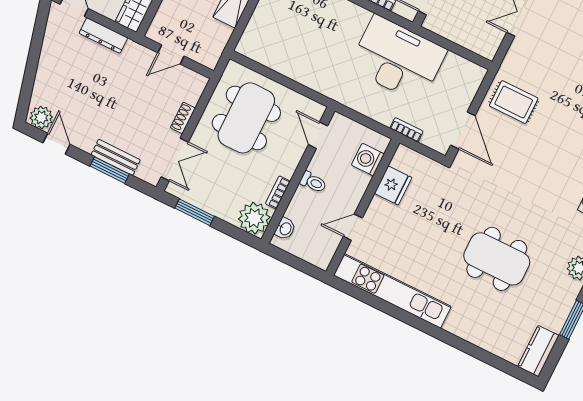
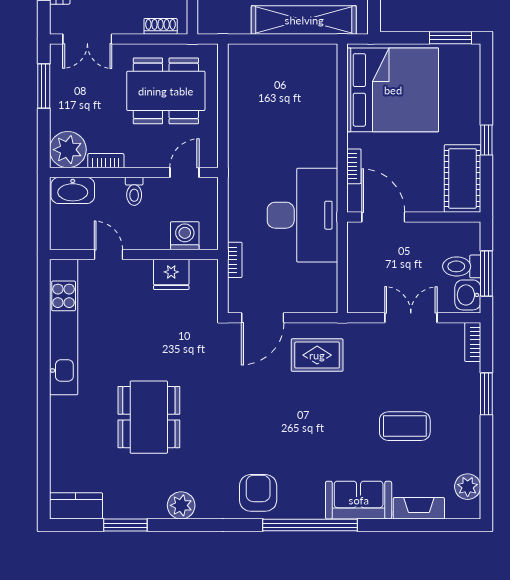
rug: (514, 102) -> (317, 355), turned 90
shoe rack: (183, 118) -> (161, 26), moved
washbasin: (285, 229) -> (73, 190), width x1.91, depth x1.45

